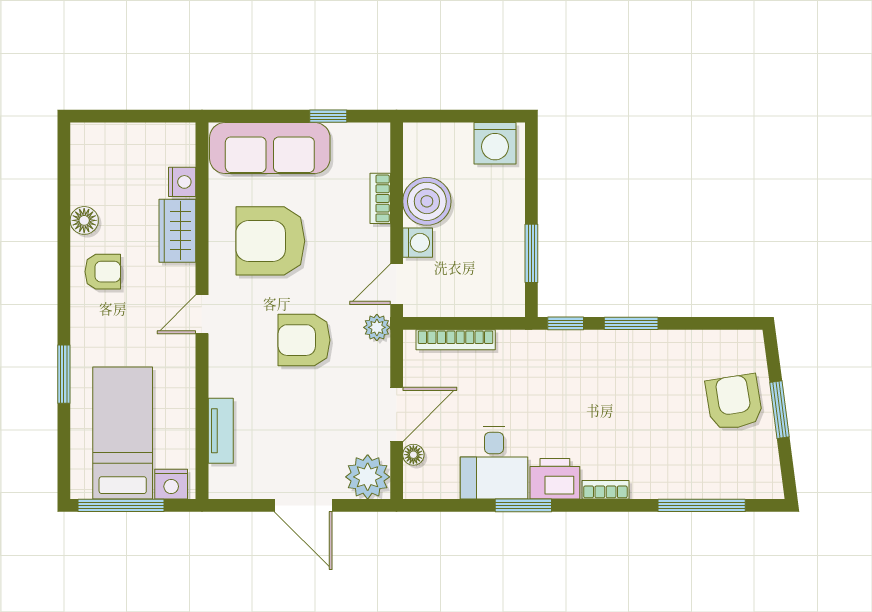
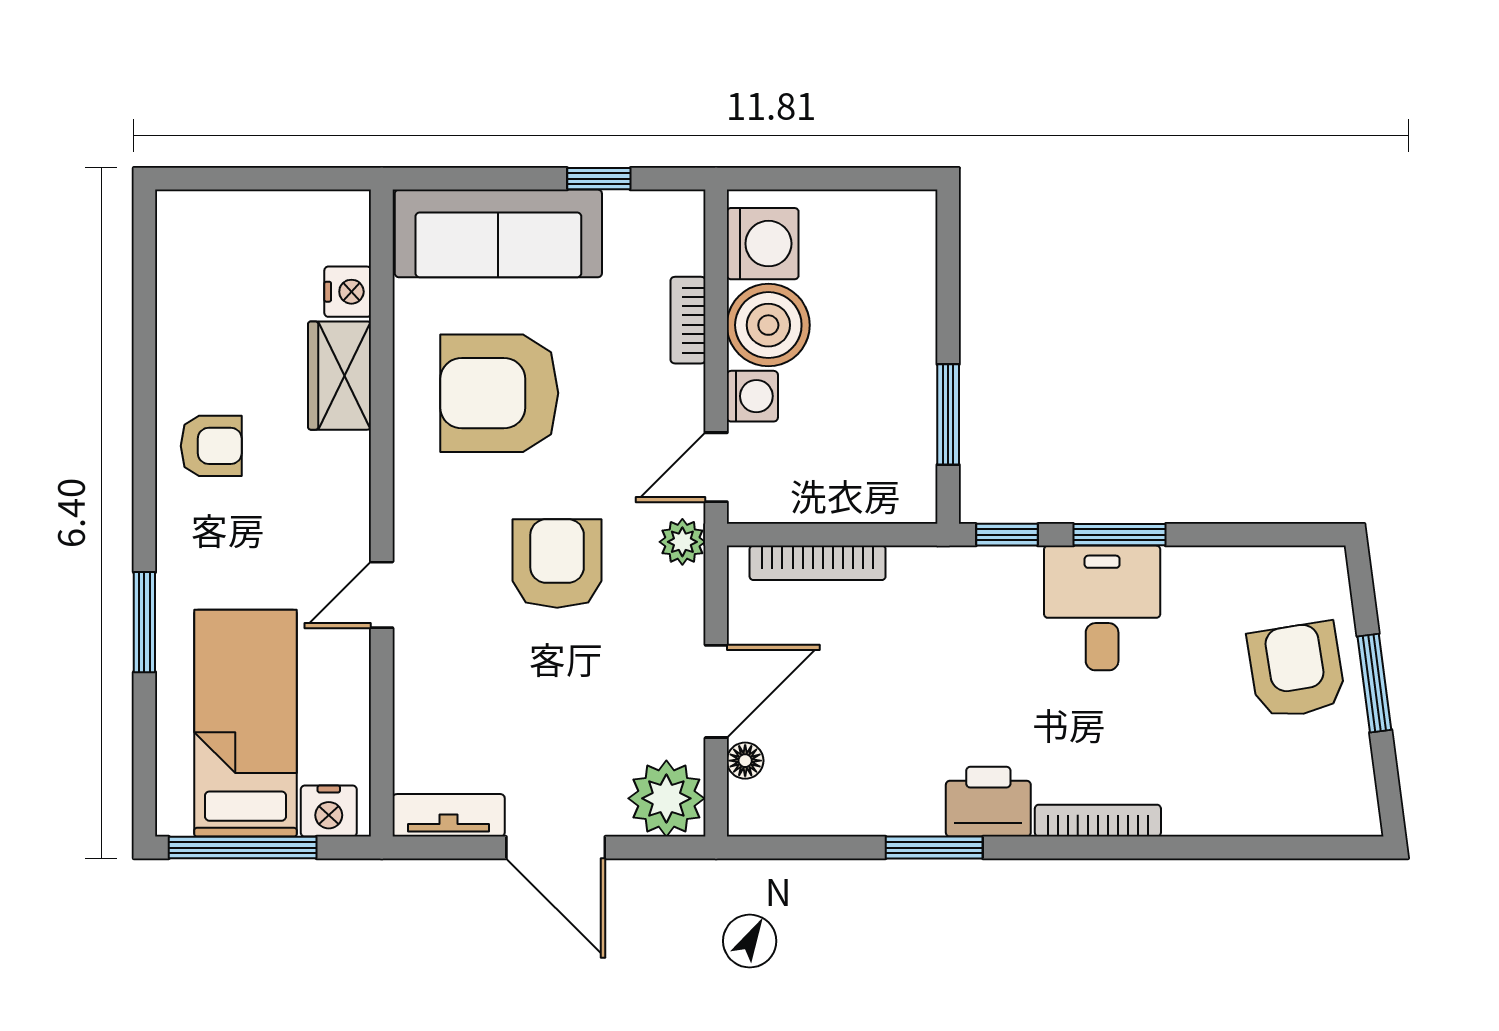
washing machine: (495, 143) -> (763, 244), moved, turned -90
floor lamp: (84, 220) -> (179, 358), removed
door: (202, 314) -> (382, 595), moved
armchair: (304, 340) -> (557, 563), turned 90
tv unit: (221, 431) -> (449, 815), moved, turned -90
desk: (494, 463) -> (1102, 608), moved, turned 180
bookcase: (605, 490) -> (1098, 821), width x1.56
window: (702, 505) -> (1241, 848), removed

